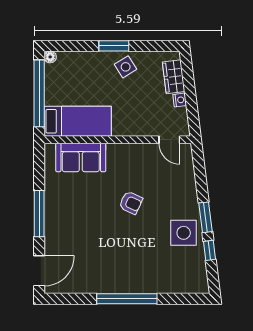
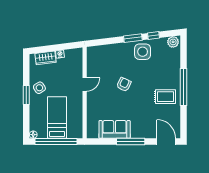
bed: (78, 121) -> (57, 118), moved
door: (169, 140) -> (85, 84), moved
sofa: (81, 157) -> (115, 129), moved, turned -90
rug: (111, 270) -> (165, 97), added
plant: (199, 282) -> (173, 42), added

